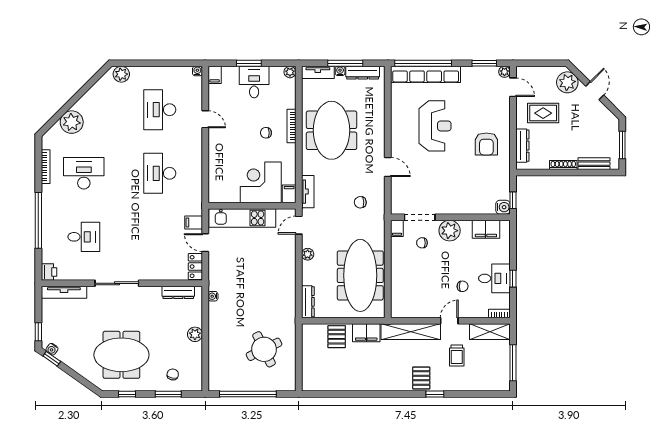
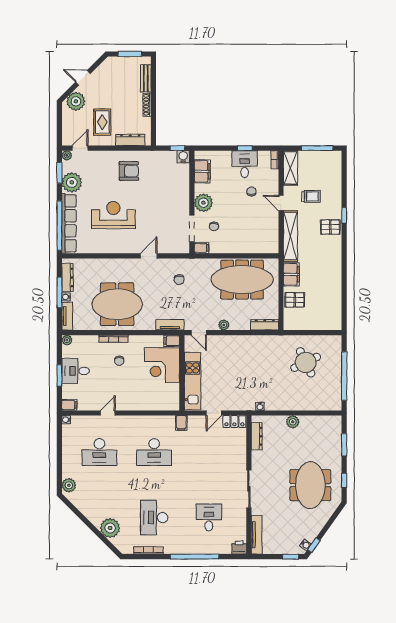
plant: (473, 78) -> (72, 182), added
filing cabinet: (194, 222) -> (181, 423), moved
chair: (173, 374) -> (327, 441), removed

